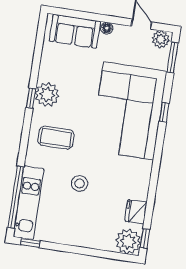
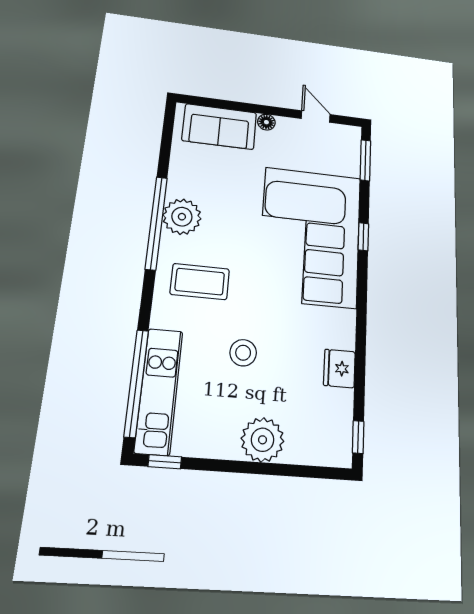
plant: (161, 39) -> (345, 136), removed
window: (31, 98) -> (156, 223), width x3.17
fridge: (136, 212) -> (339, 368), moved
plant: (128, 242) -> (263, 440), moved

